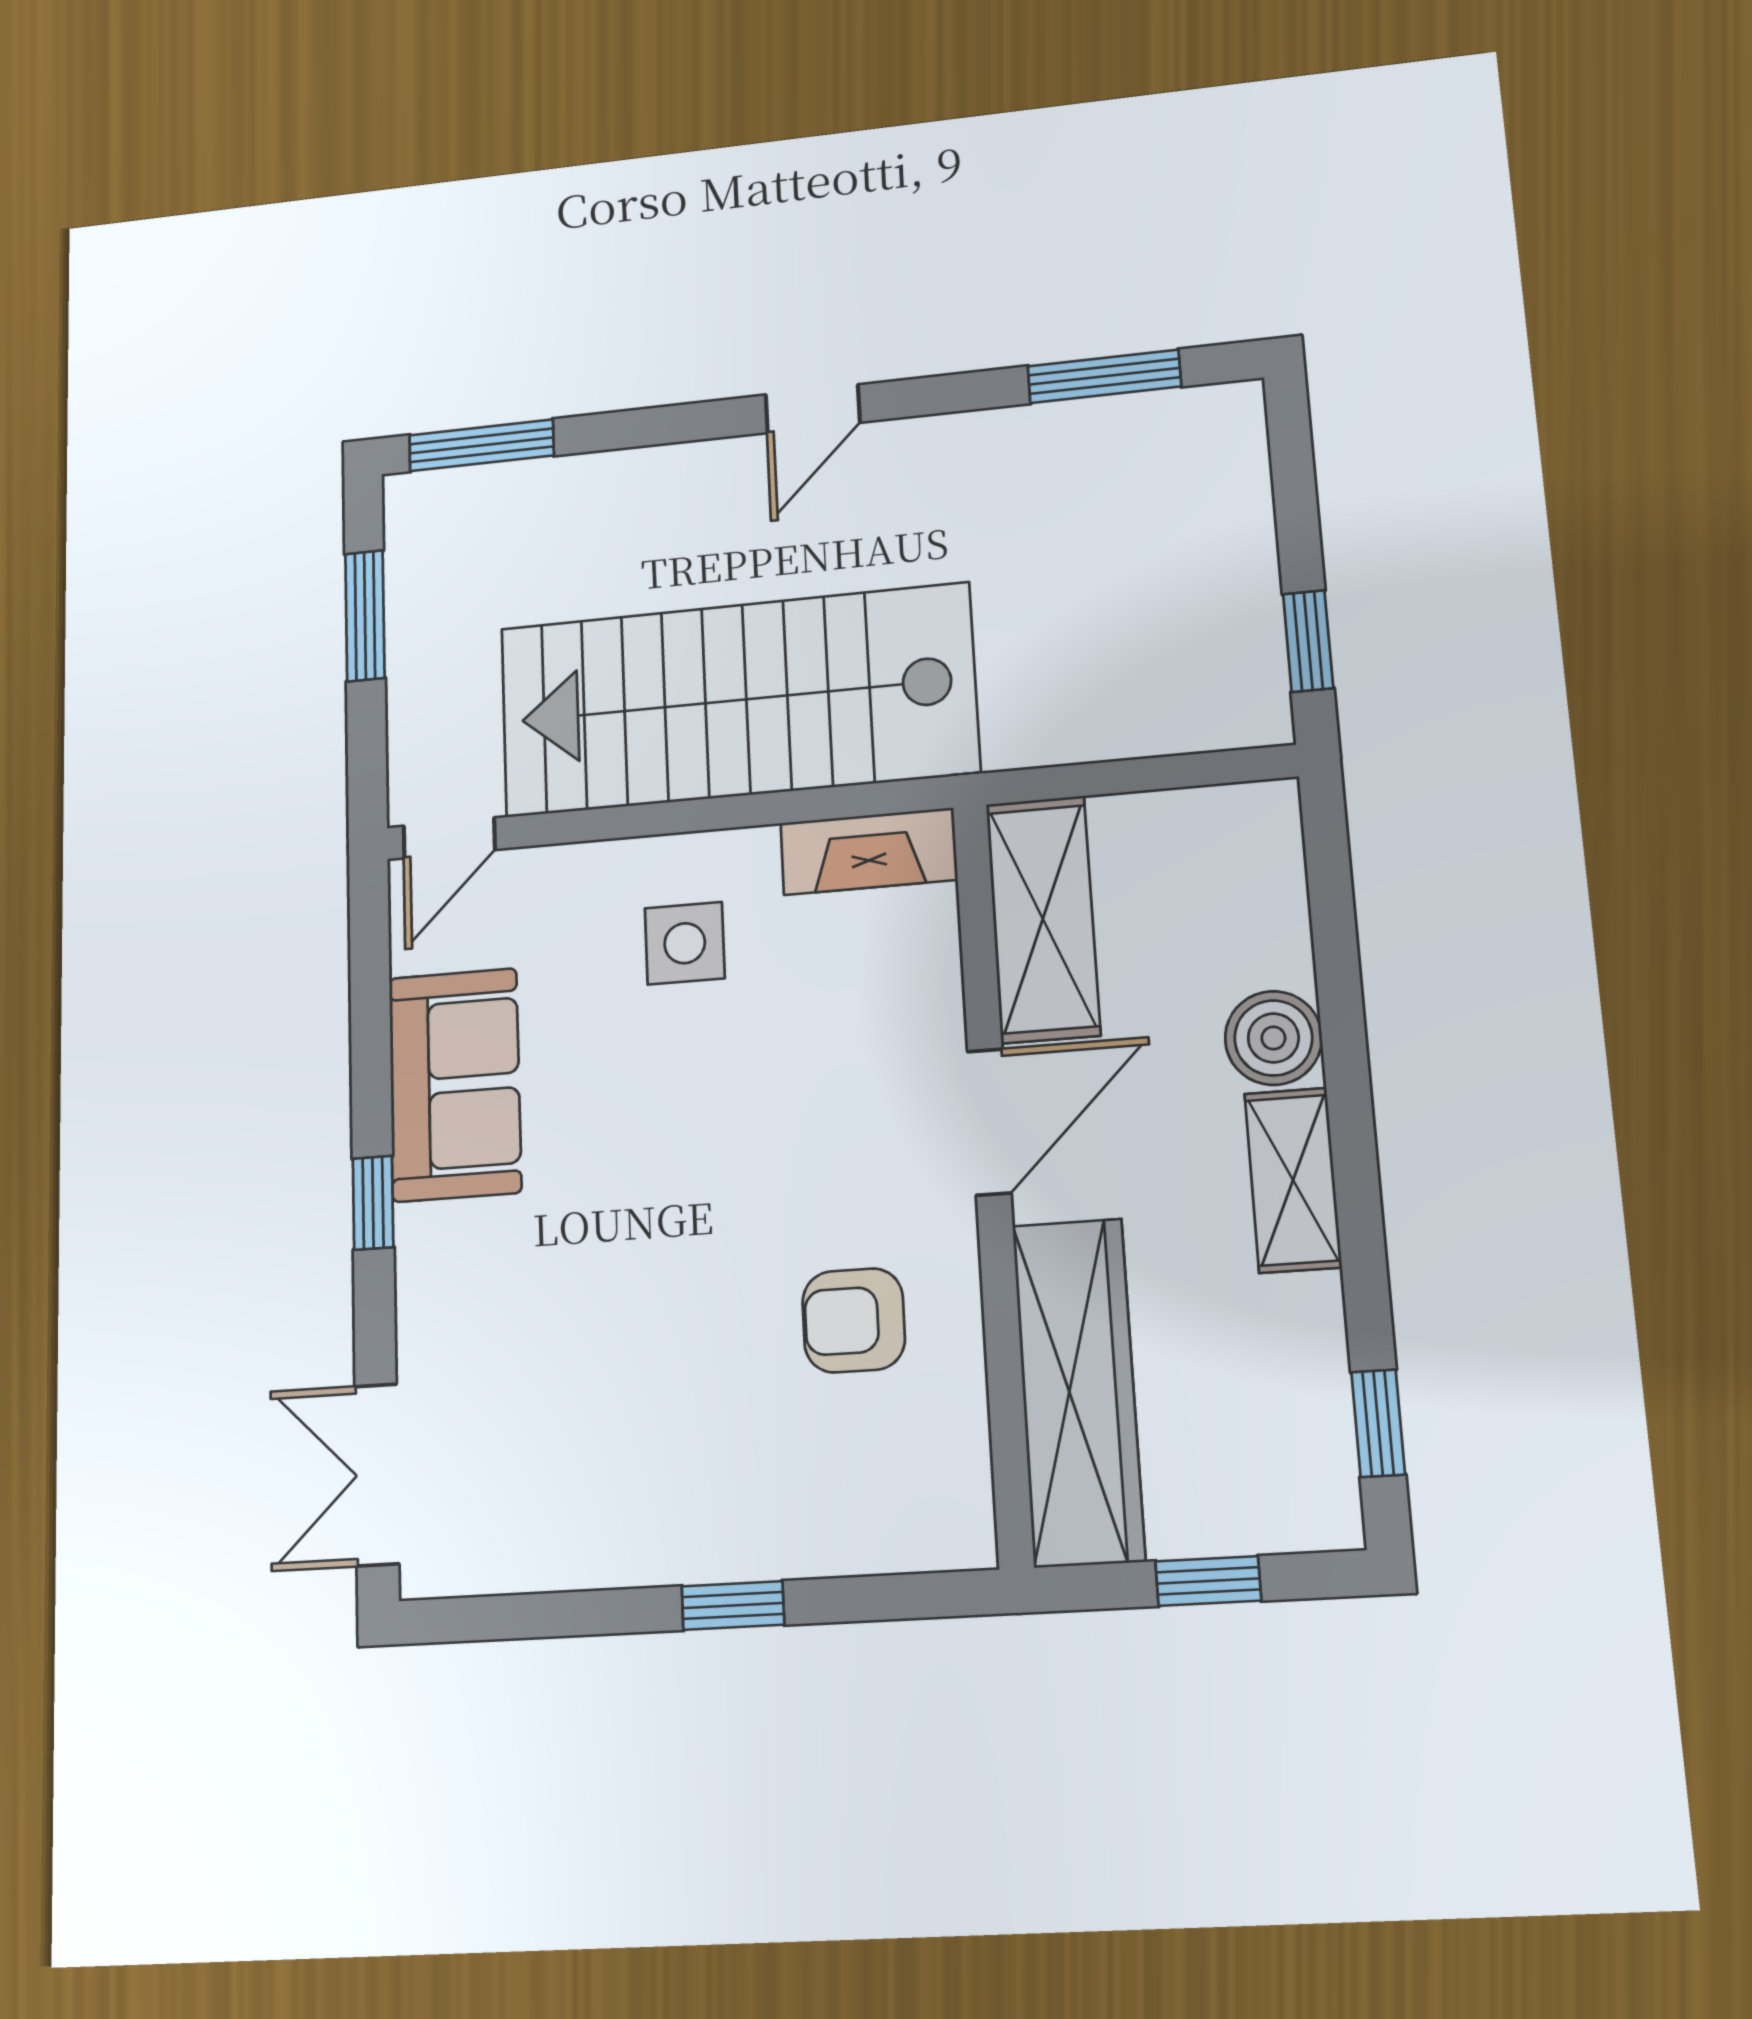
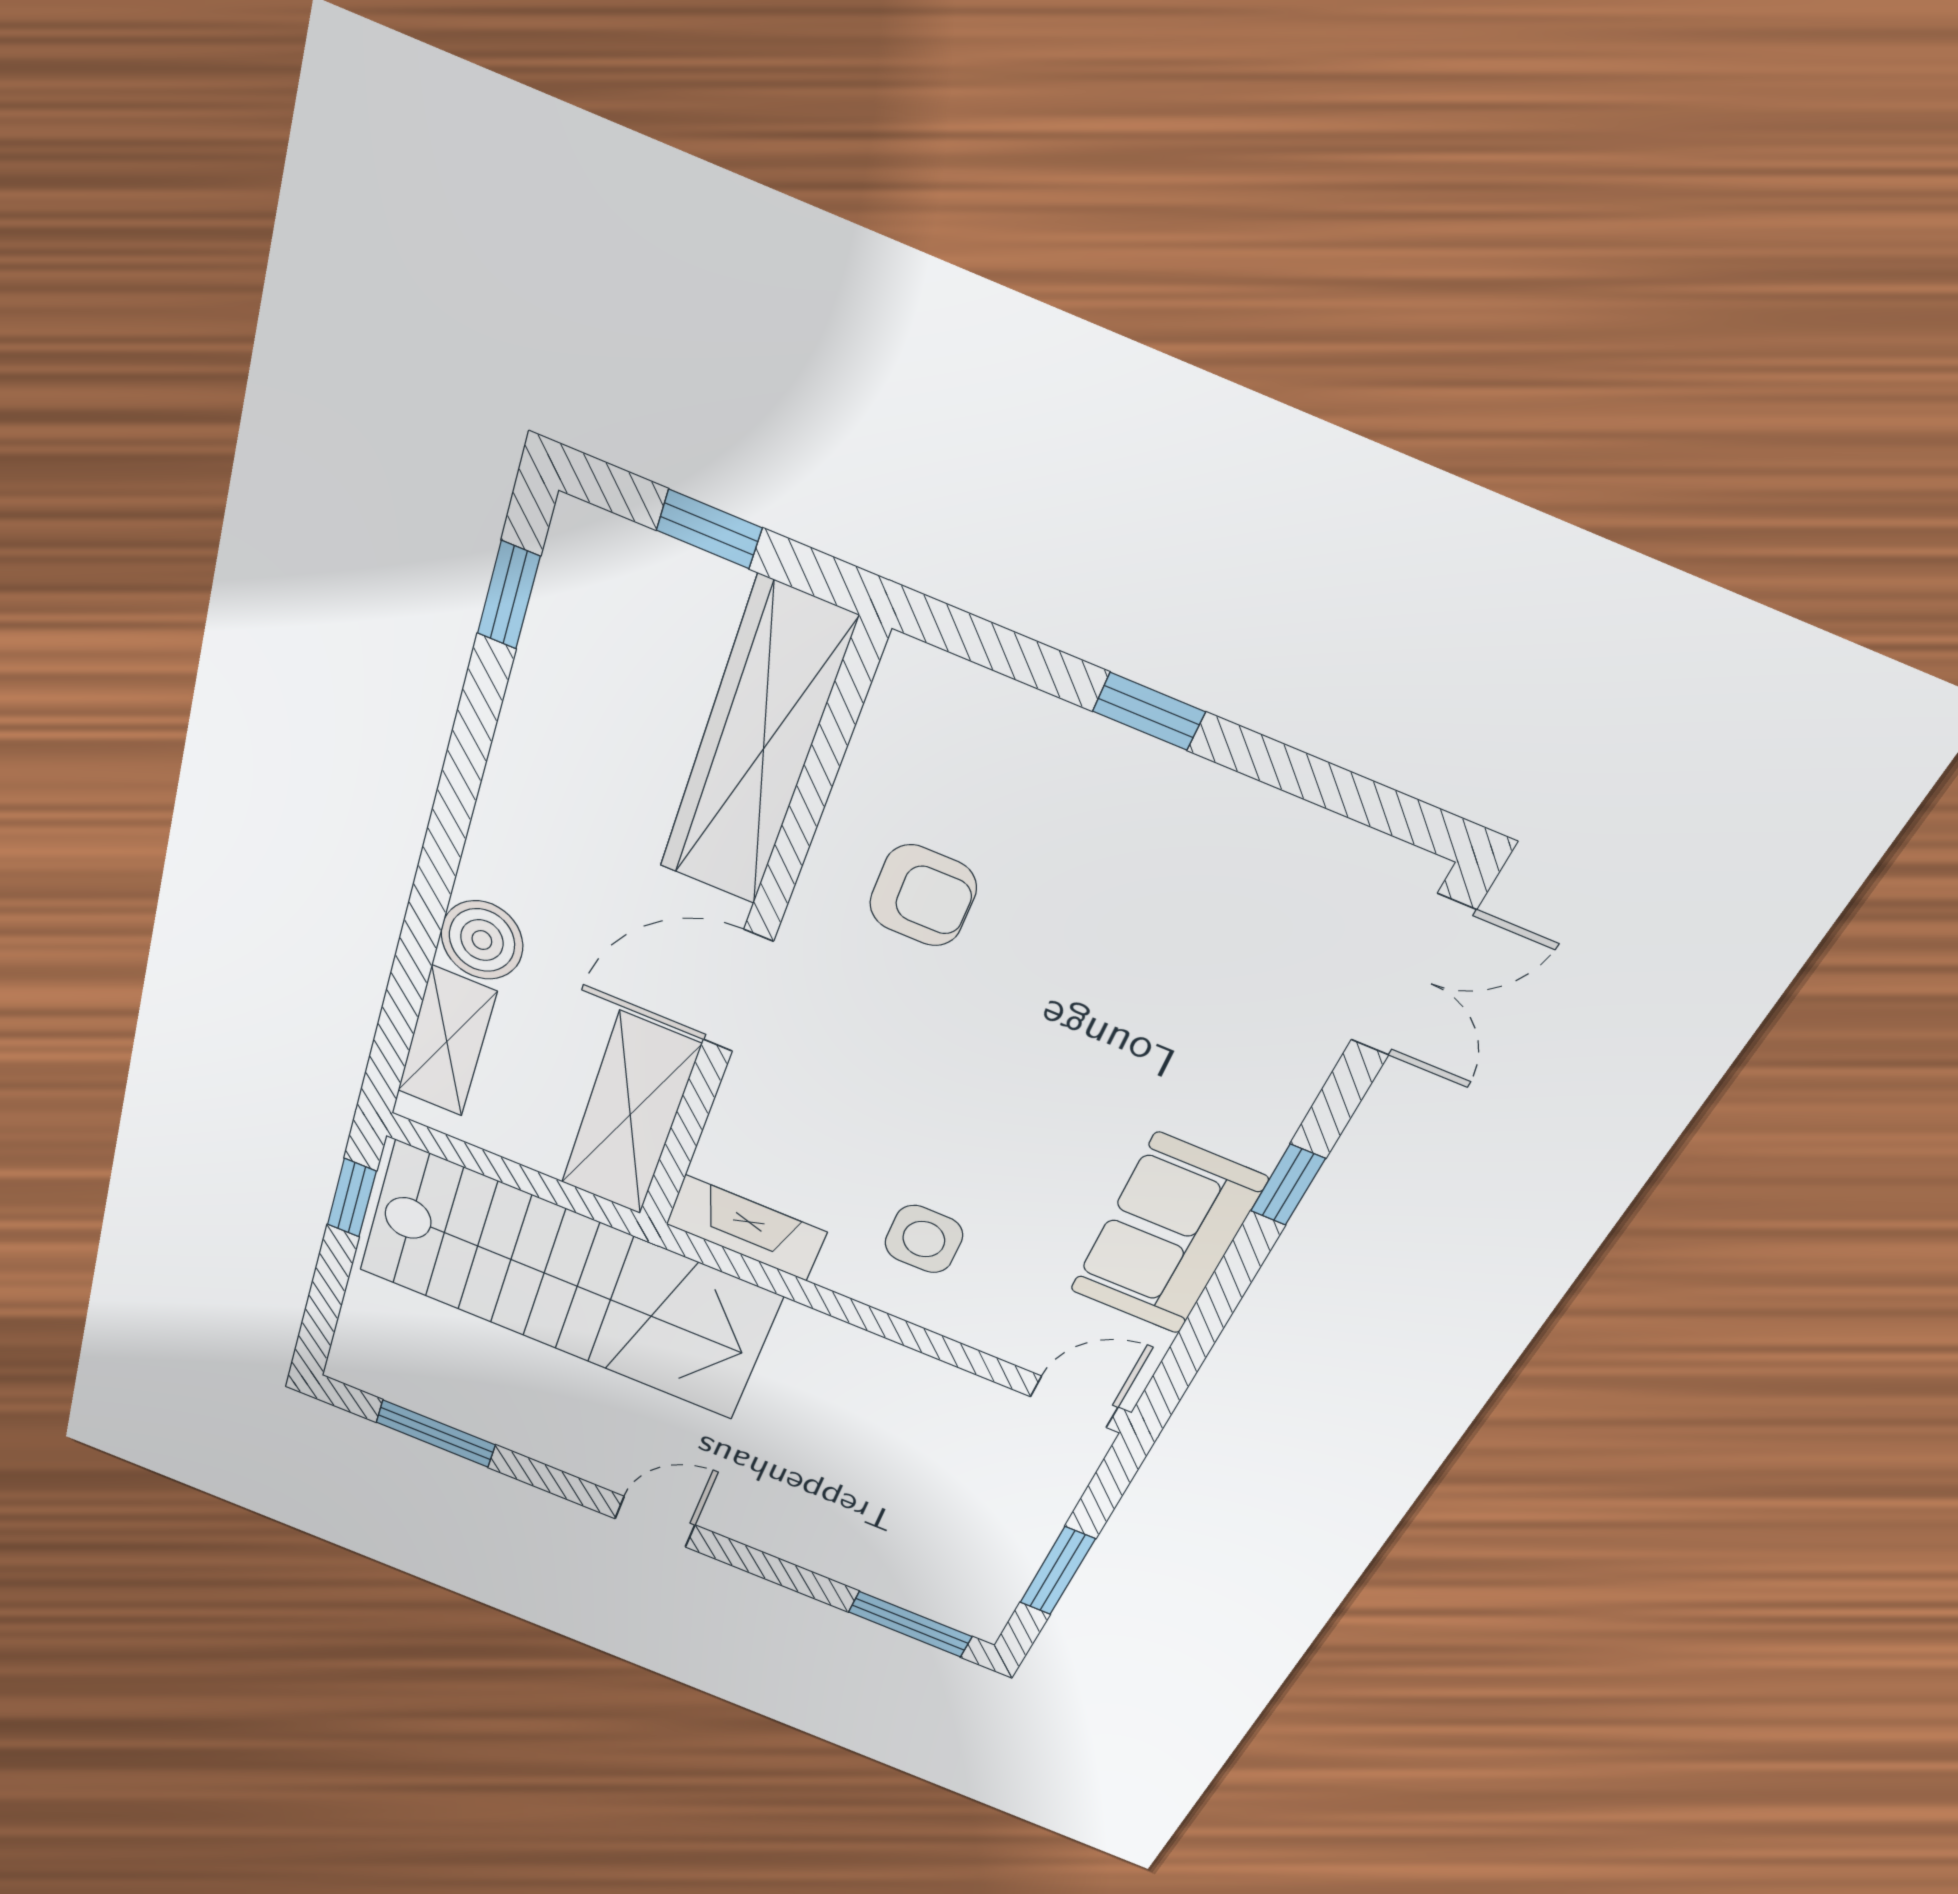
stairs: (737, 700) -> (568, 1282), moved
shelving: (1293, 1180) -> (447, 1042), moved

